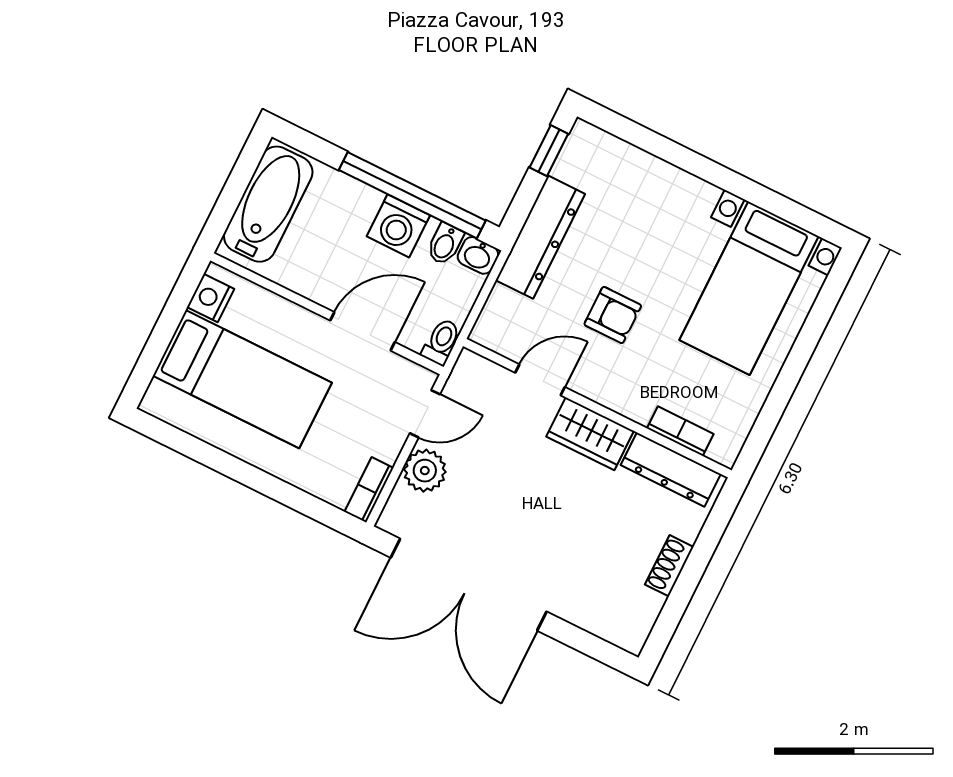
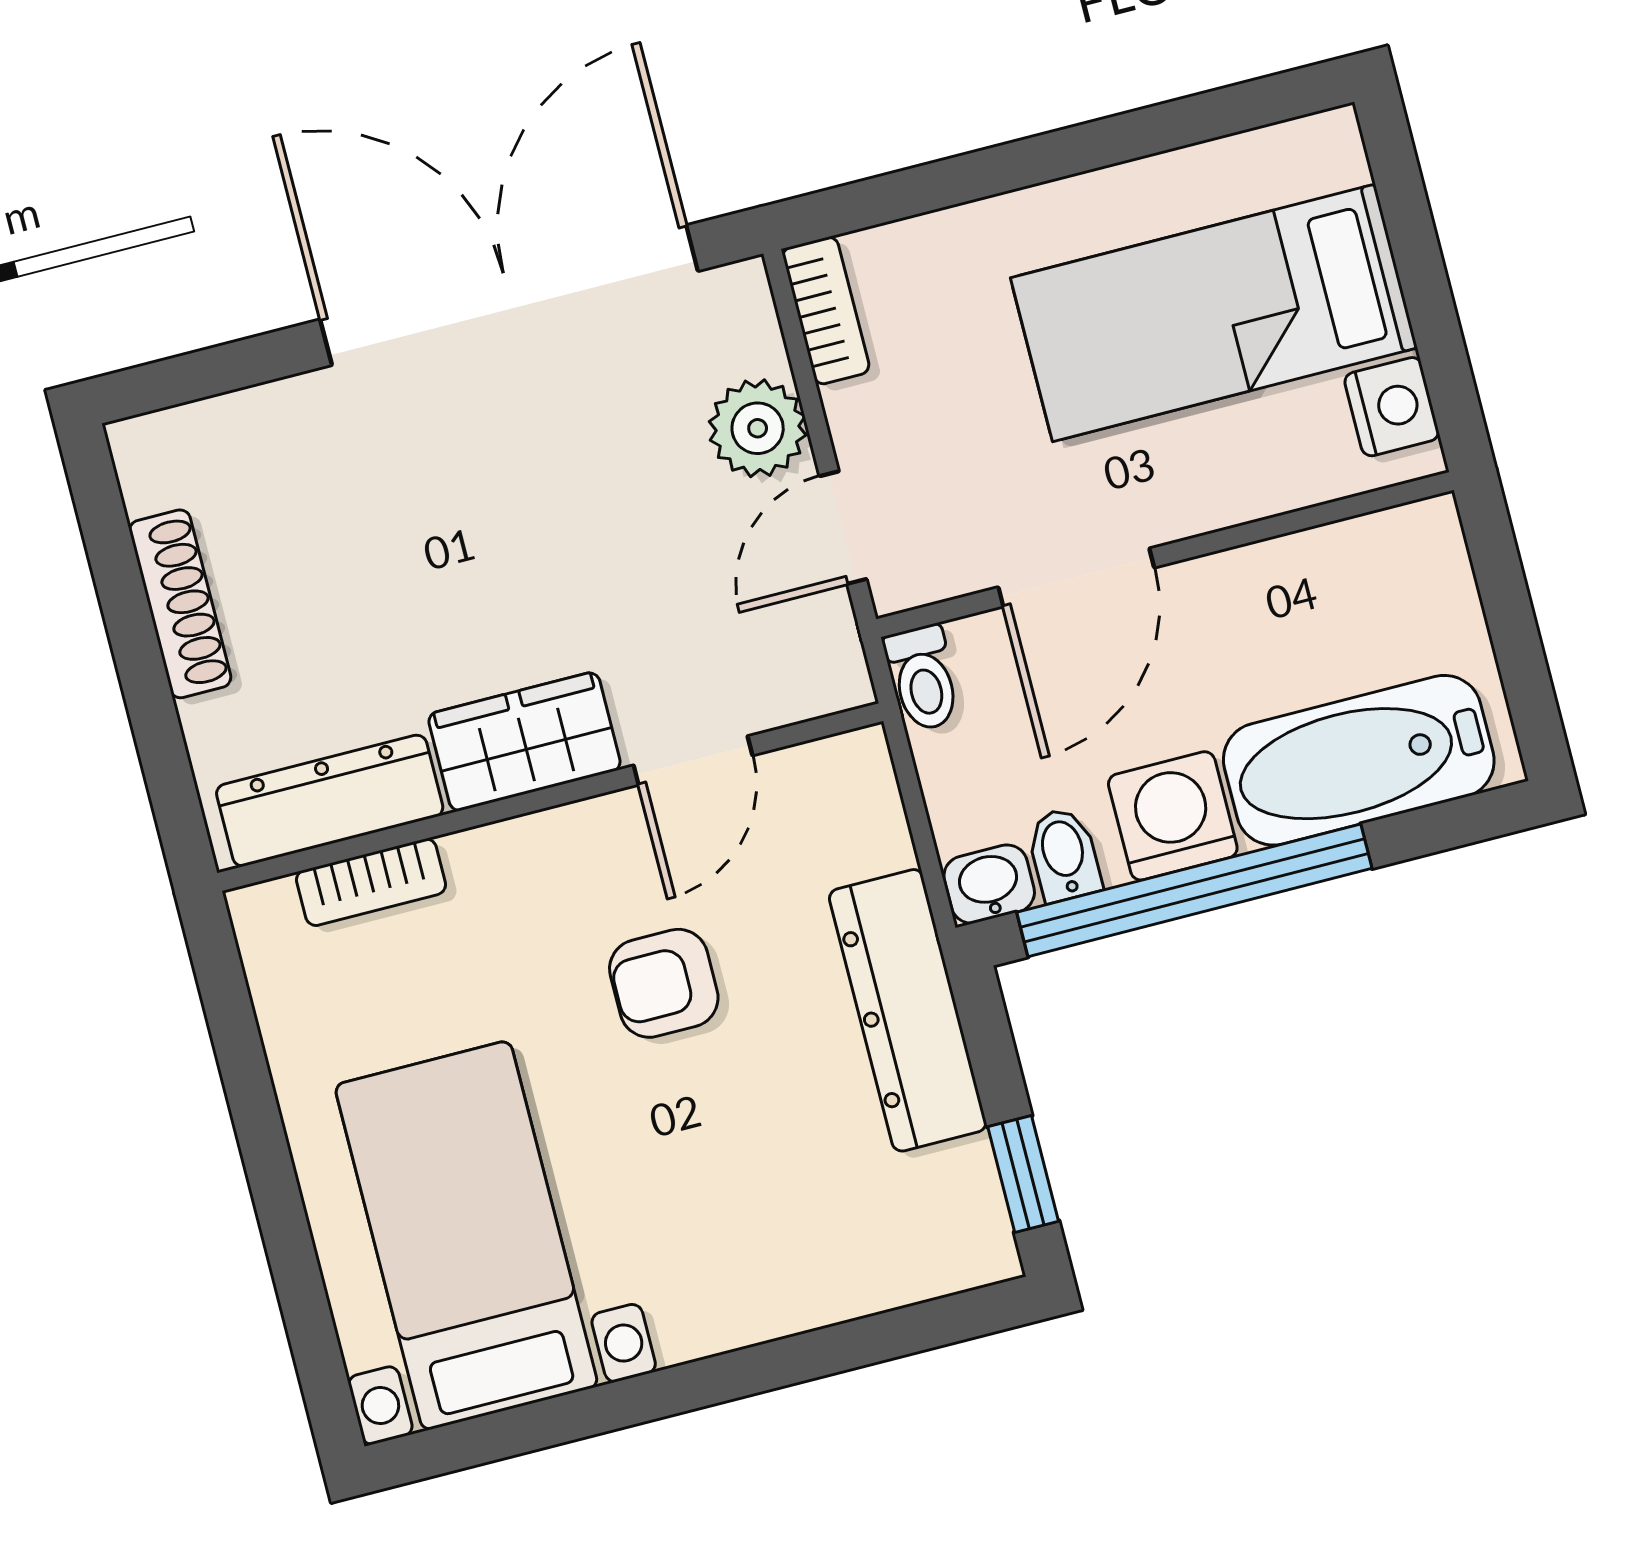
bathtub: (268, 204) -> (1359, 760), moved, turned 90
shoe rack: (669, 566) -> (180, 604), width x1.43

